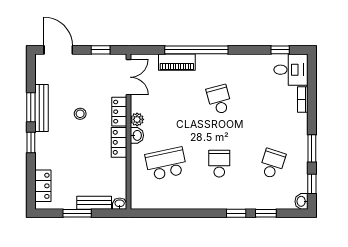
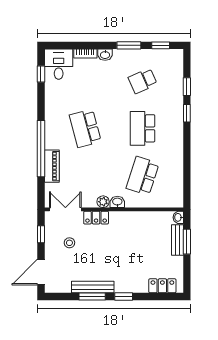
school desk: (219, 100) -> (85, 128), width x1.85
stool: (80, 114) -> (69, 243), moved
locker: (119, 142) -> (124, 218), removed
school desk: (166, 164) -> (143, 176), turned 30
school desk: (219, 164) -> (143, 128), width x1.85
school desk: (272, 164) -> (143, 81), turned -42
washbasin: (302, 201) -> (105, 55), moved
window: (77, 213) -> (187, 242), moved

